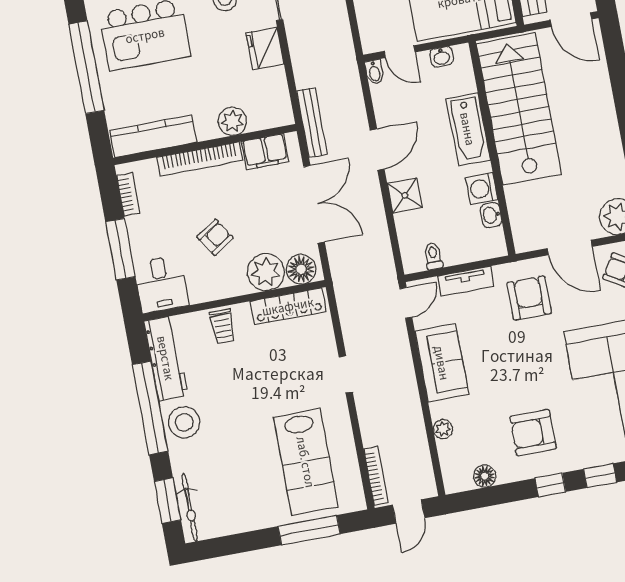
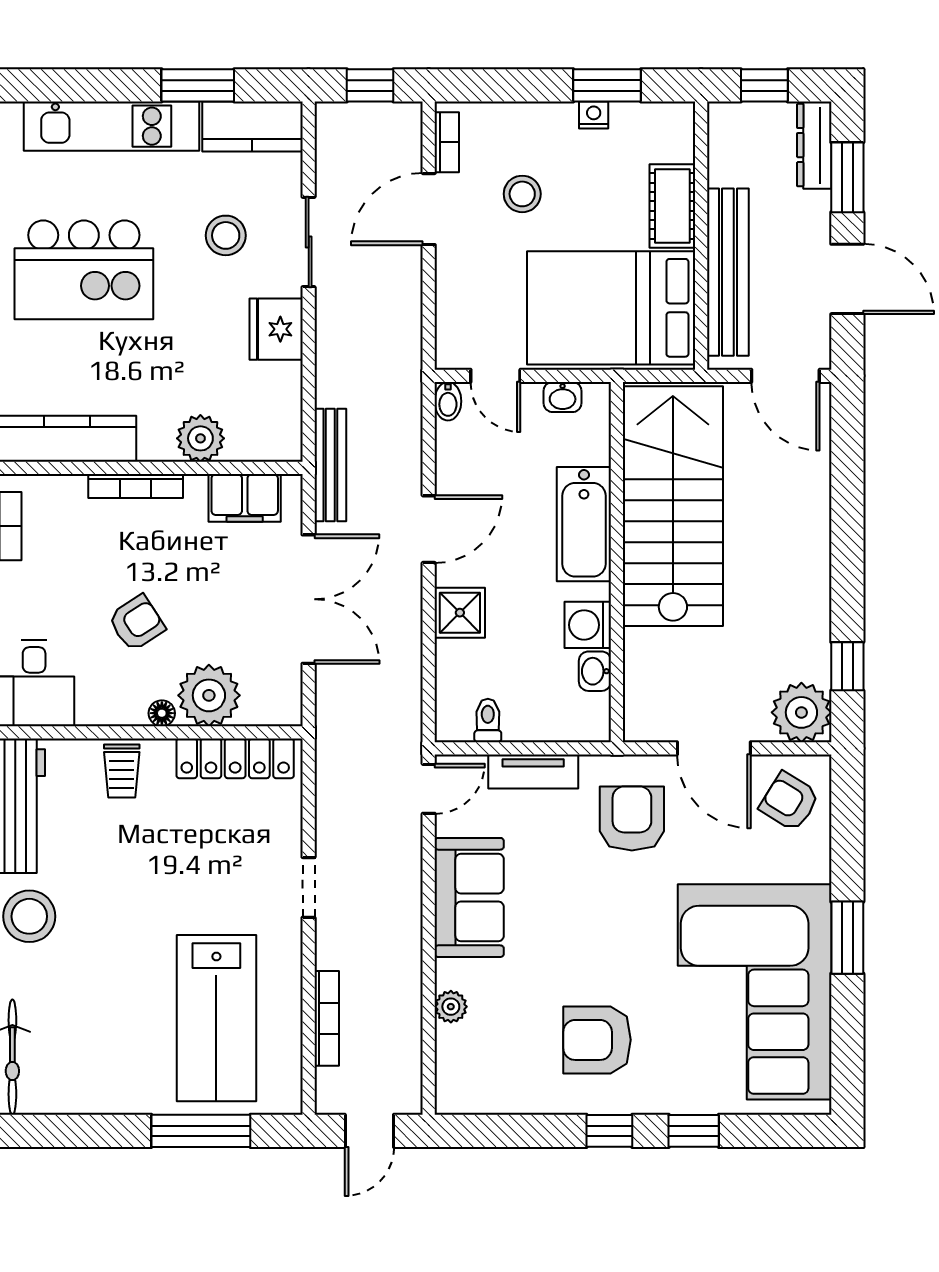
bookcase: (200, 159) -> (136, 486), width x0.68, depth x0.76
floor lamp: (301, 269) -> (162, 713), moved, width x0.53, depth x0.53
bookcase: (376, 476) -> (327, 1018), moved
floor lamp: (485, 476) -> (505, 1096), removed

